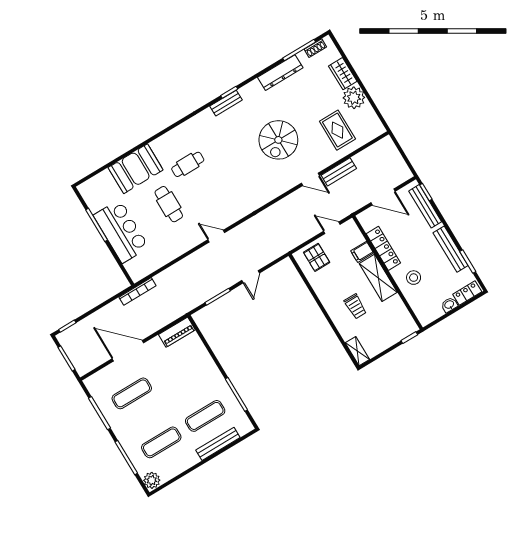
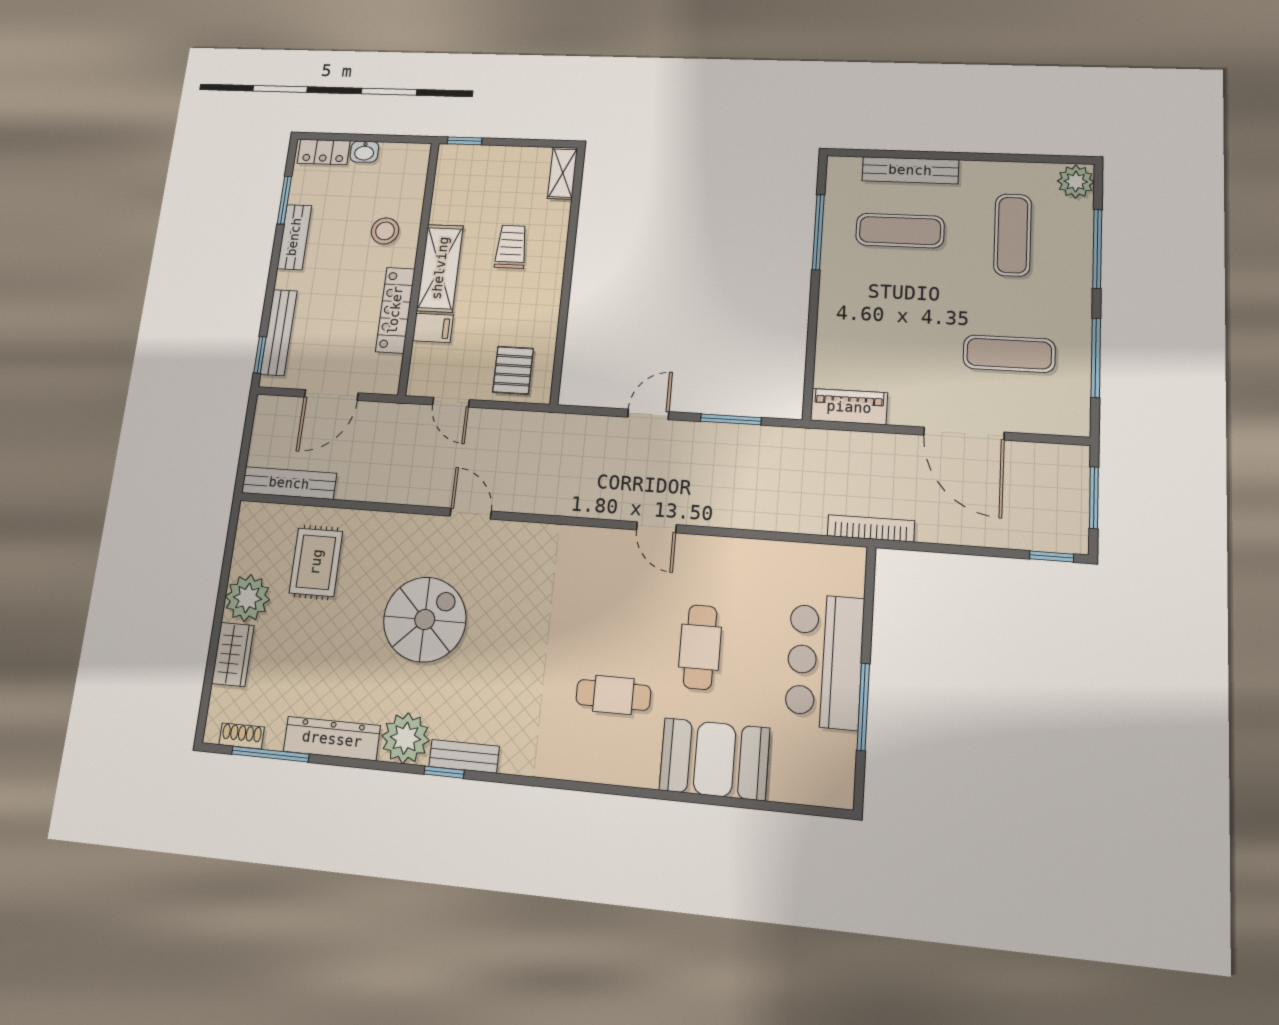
plant: (253, 93) -> (405, 738), added
bench: (339, 172) -> (289, 483), moved, width x1.36
door: (310, 179) -> (471, 514), moved
door: (383, 197) -> (331, 395), swing flipped
bench: (451, 249) -> (294, 237), width x0.73
exercise mat: (161, 442) -> (1013, 235), turned 90

